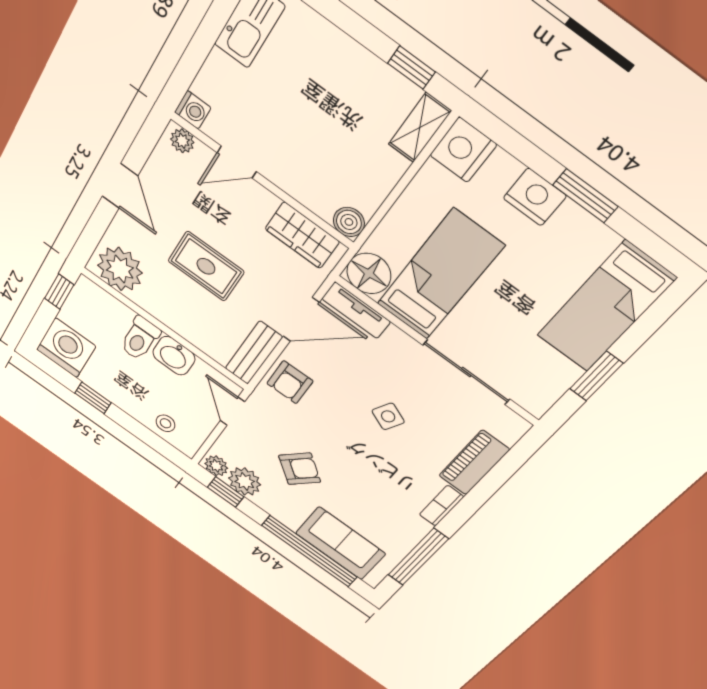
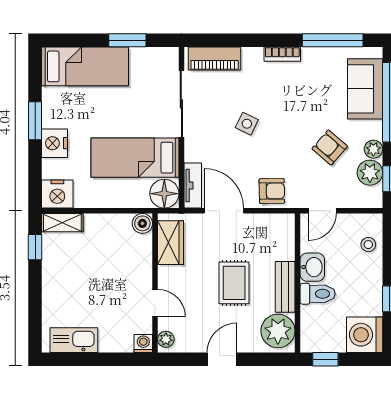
bench: (254, 353) -> (285, 287), moved, turned 90
piano: (474, 463) -> (215, 59), moved
plant: (216, 466) -> (373, 149), moved

